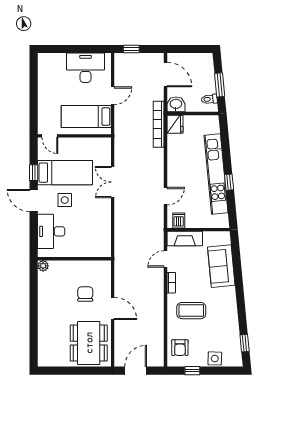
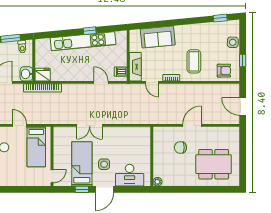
dining table: (89, 343) -> (214, 164), moved

